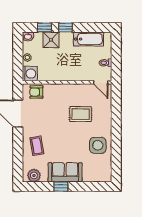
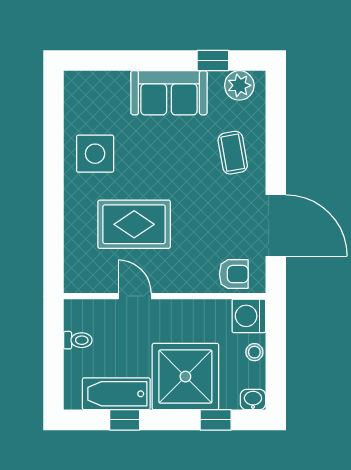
window: (65, 27) -> (125, 420), moved
shower: (51, 40) -> (185, 377), width x1.86, depth x1.86
door: (101, 82) -> (135, 296), moved
rug: (81, 114) -> (134, 224), width x1.36, depth x1.43
window: (61, 187) -> (213, 61), moved

